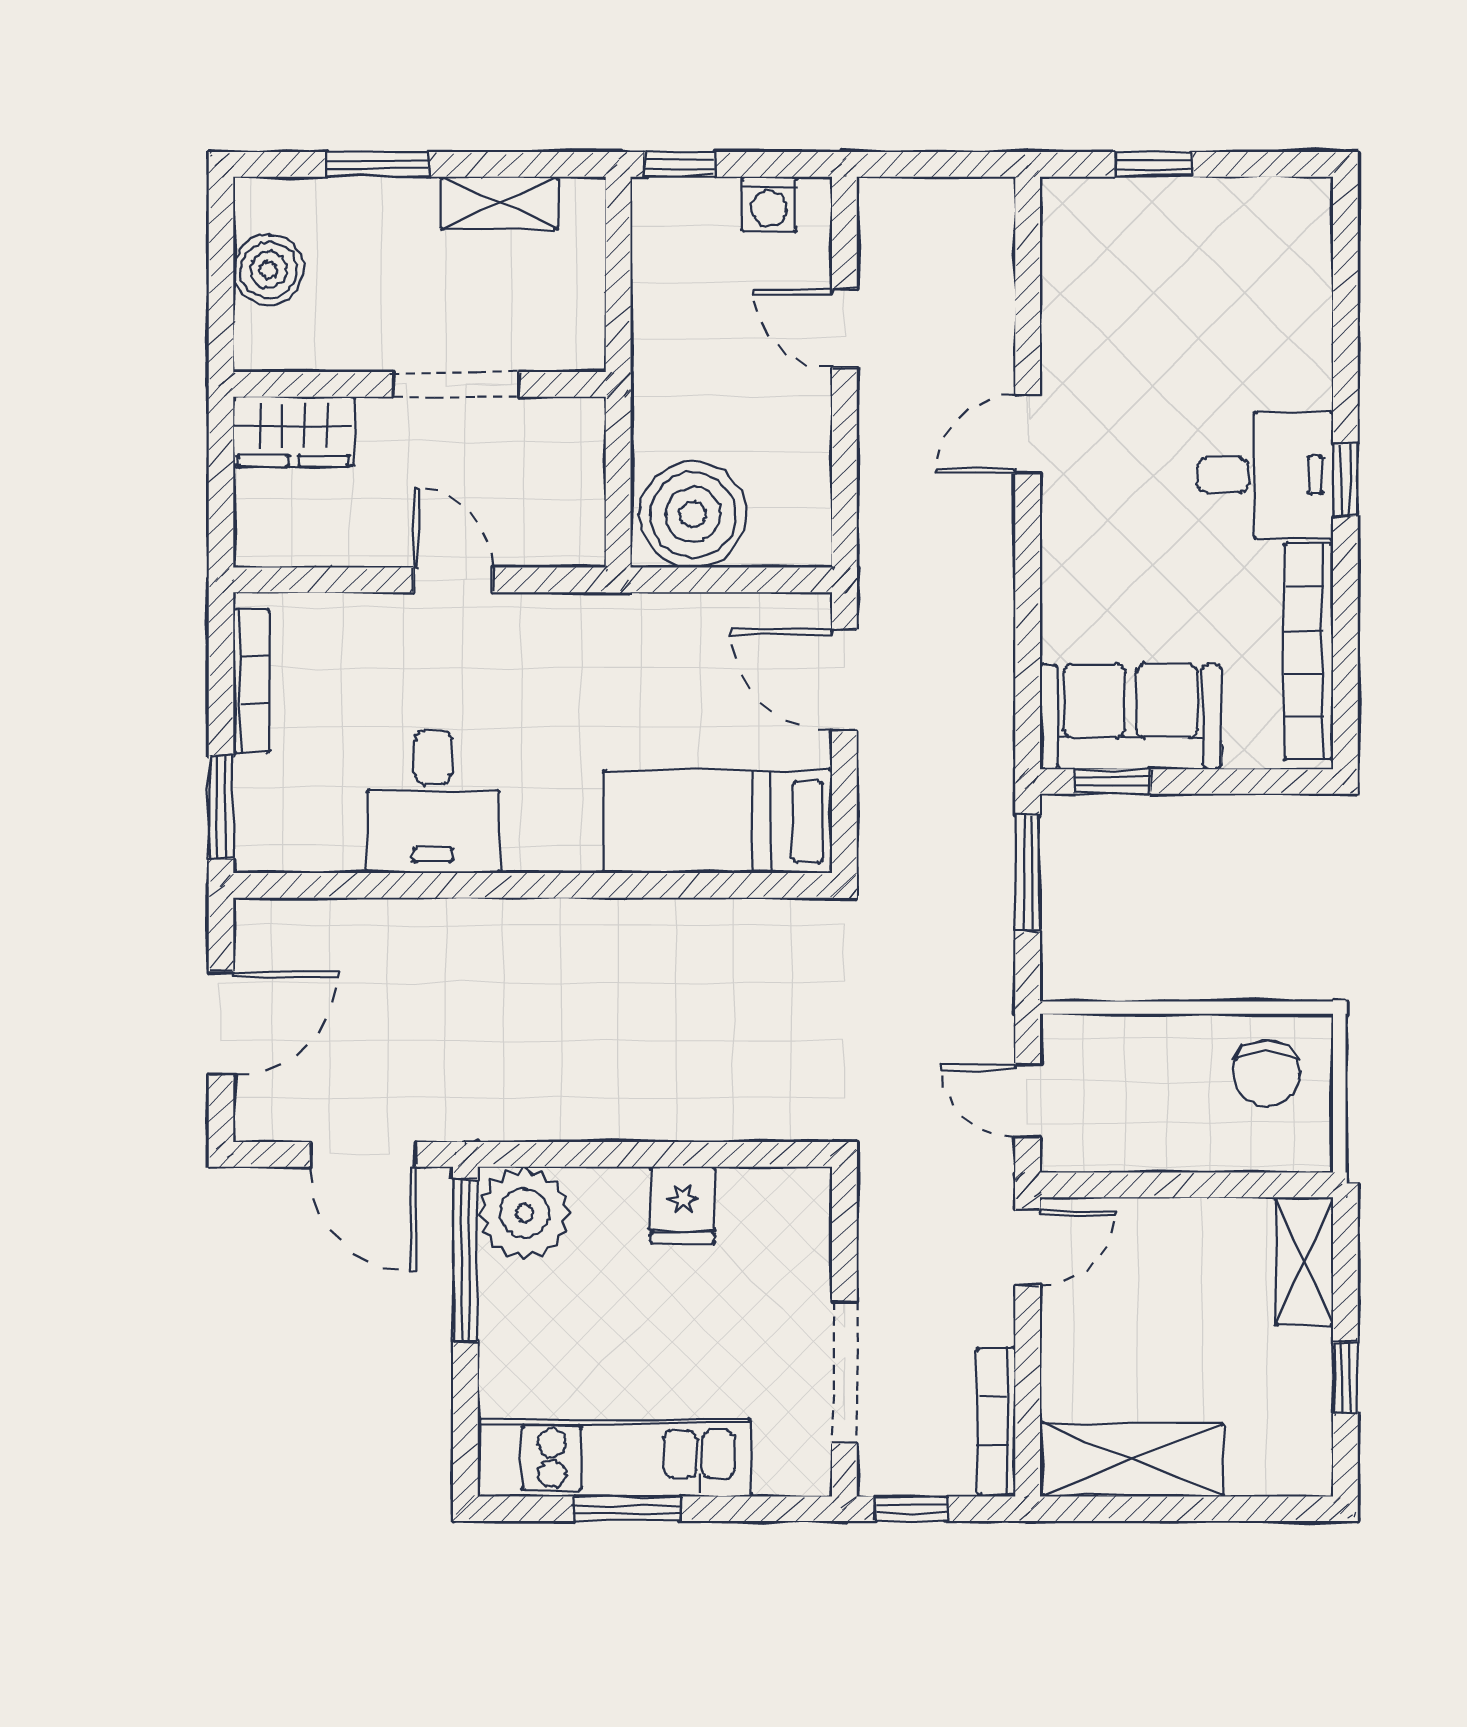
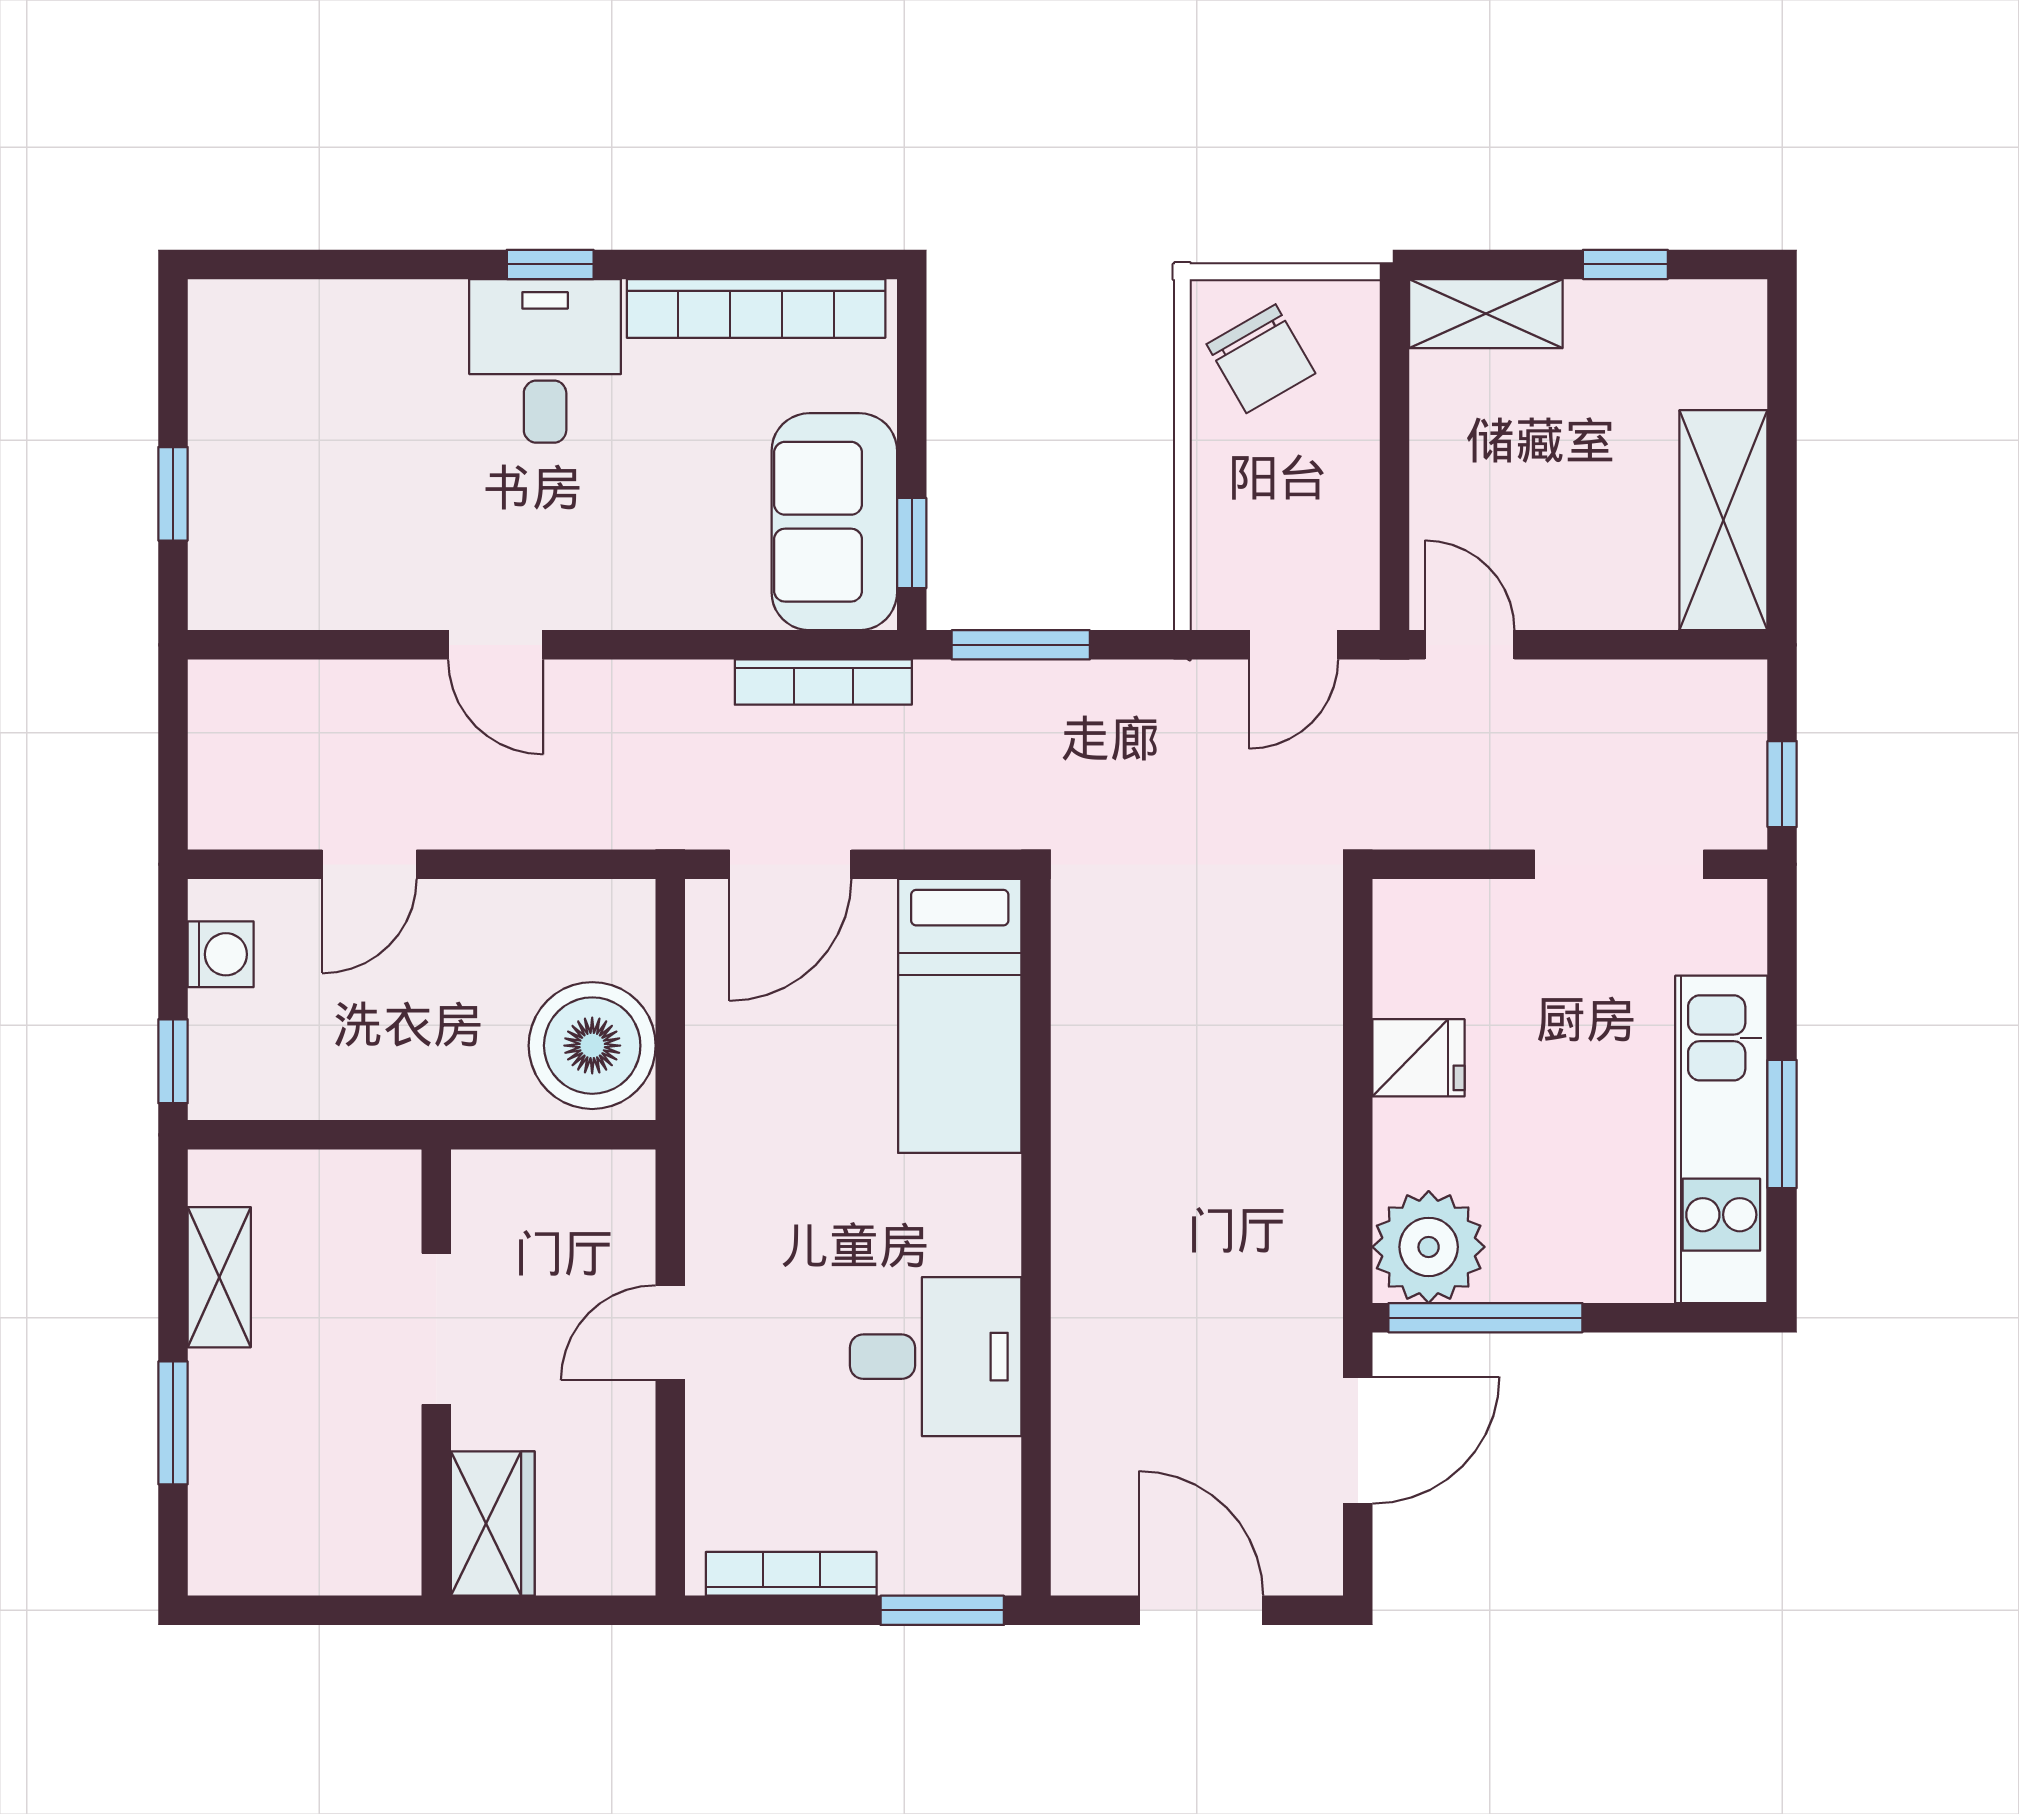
boiler: (269, 270) -> (299, 1553), removed
chair: (1267, 1073) -> (1261, 359), turned 60
bookcase: (997, 1422) -> (823, 682), moved

